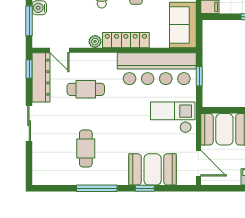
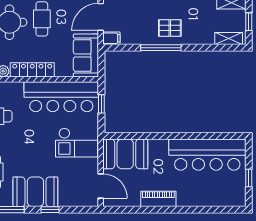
checkout: (173, 117) -> (76, 143), turned 180
booth: (153, 169) -> (35, 192), moved

